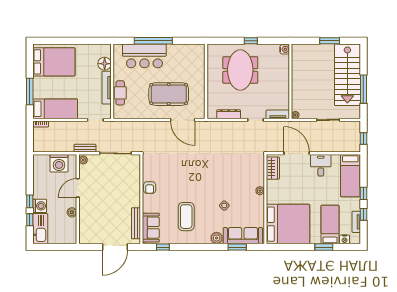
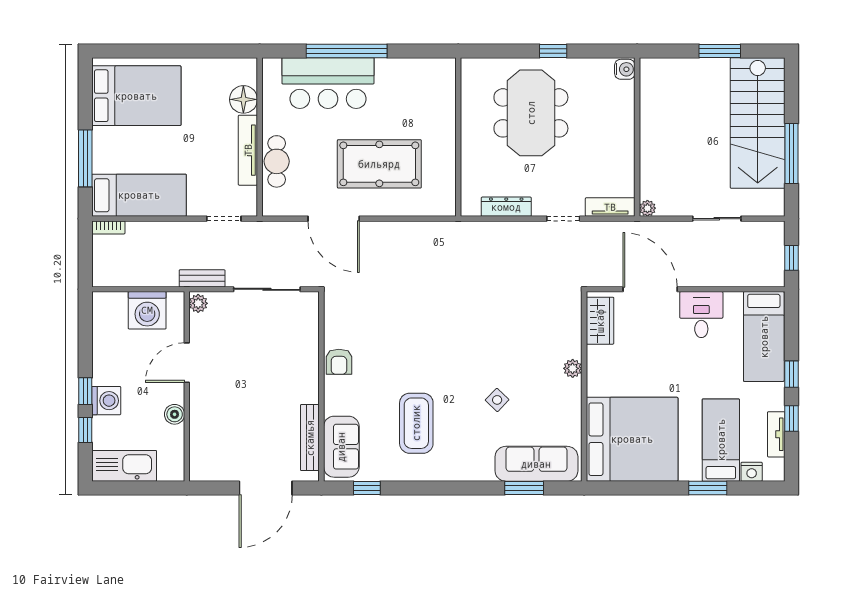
door: (183, 120) -> (334, 219), moved
kitchen sink: (40, 229) -> (124, 466), moved, turned -90
plant: (217, 238) -> (481, 469), removed

